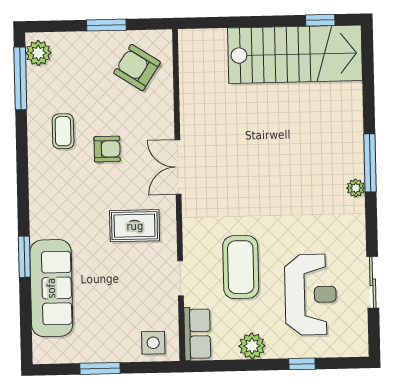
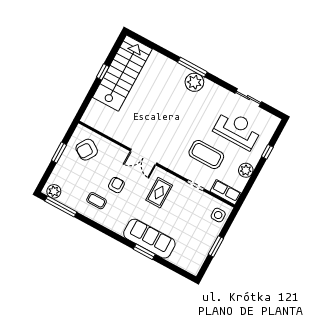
window: (320, 20) -> (103, 72), moved
plant: (356, 188) -> (194, 82), width x1.88, depth x1.88
sofa: (51, 288) -> (149, 239), moved

